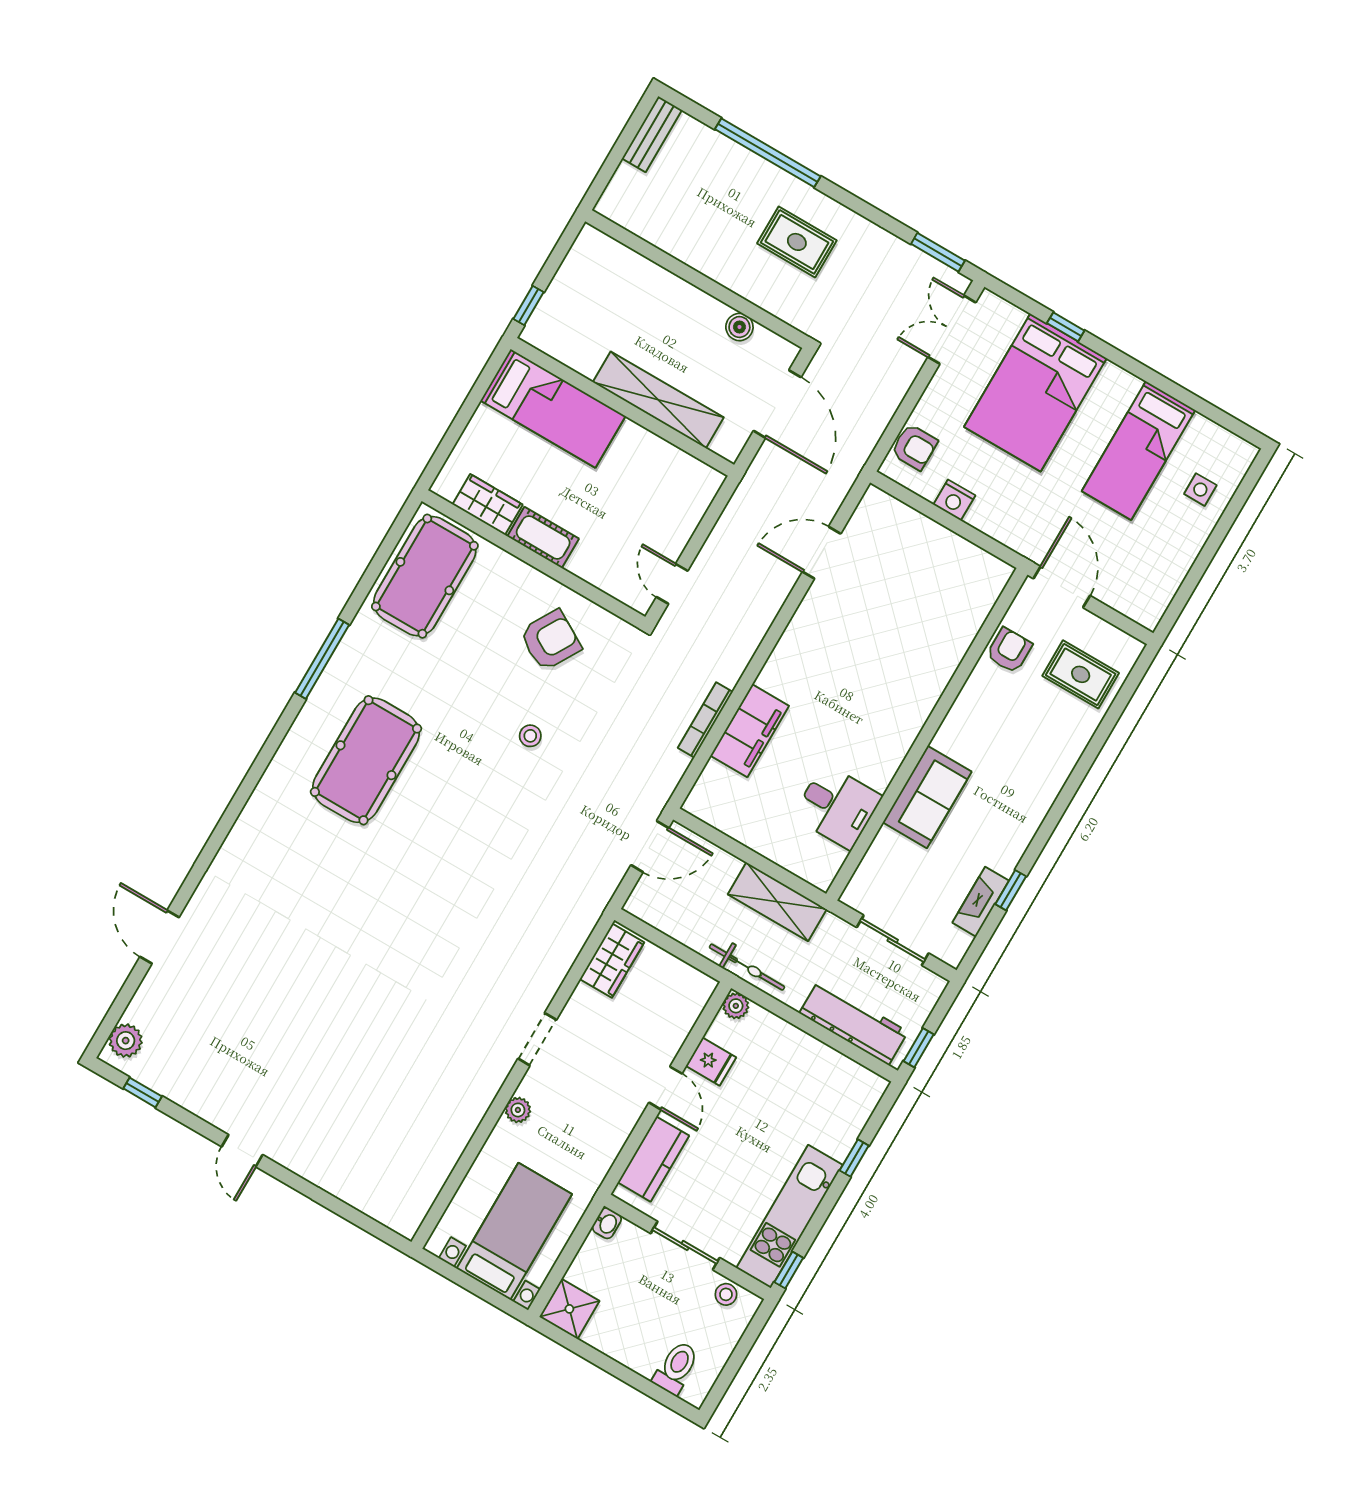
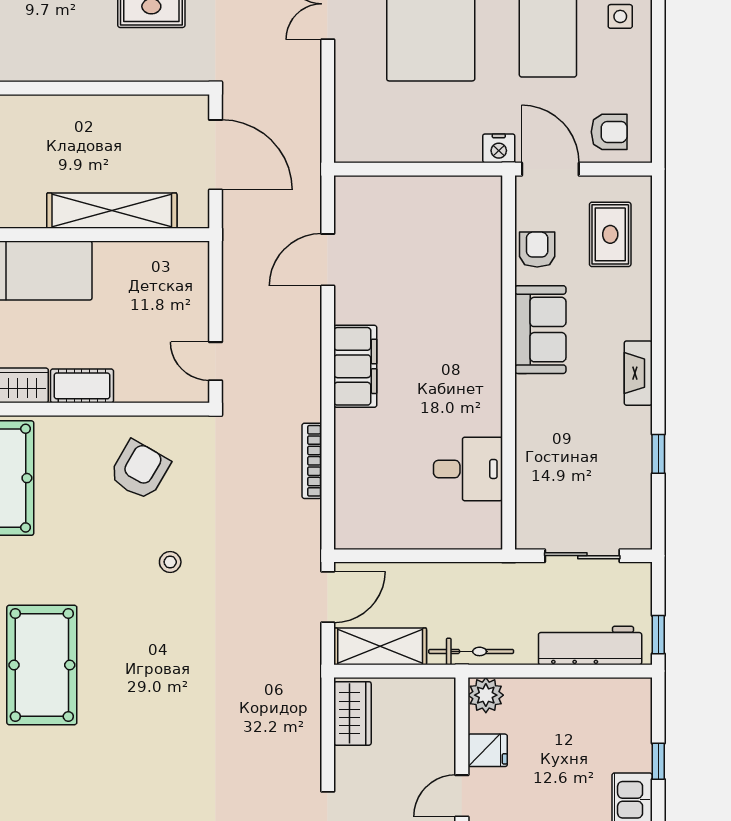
boiler: (739, 327) -> (145, 108), removed
armchair: (914, 447) -> (609, 132), moved
nightstand: (954, 500) -> (499, 148), moved
rug: (1081, 674) -> (610, 234), turned 90
filing cabinet: (750, 731) -> (355, 366), moved
sofa: (927, 797) -> (540, 330), moved
shelving: (777, 902) -> (380, 646), moved
fireplace: (981, 902) -> (638, 373), moved
plant: (736, 1006) -> (486, 695), width x1.38, depth x1.38
door: (665, 1088) -> (462, 796), swing flipped

